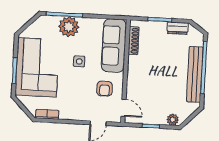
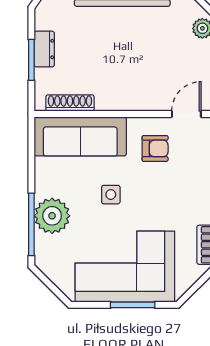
dresser: (178, 28) -> (44, 49), moved

